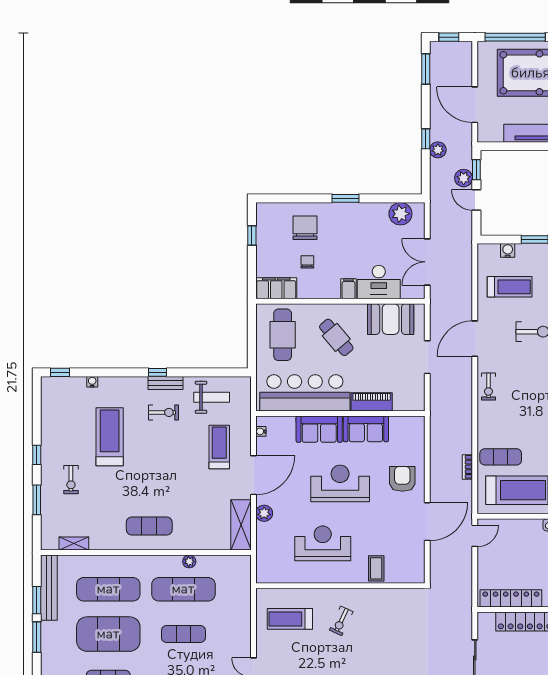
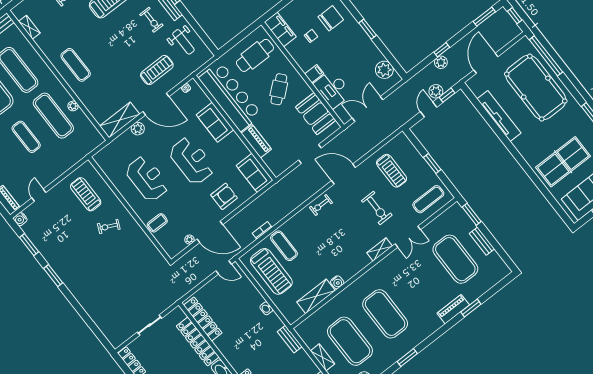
water cooler: (508, 250) -> (413, 152), removed
sofa: (366, 429) -> (255, 173), moved
plant: (419, 549) -> (189, 240), added

